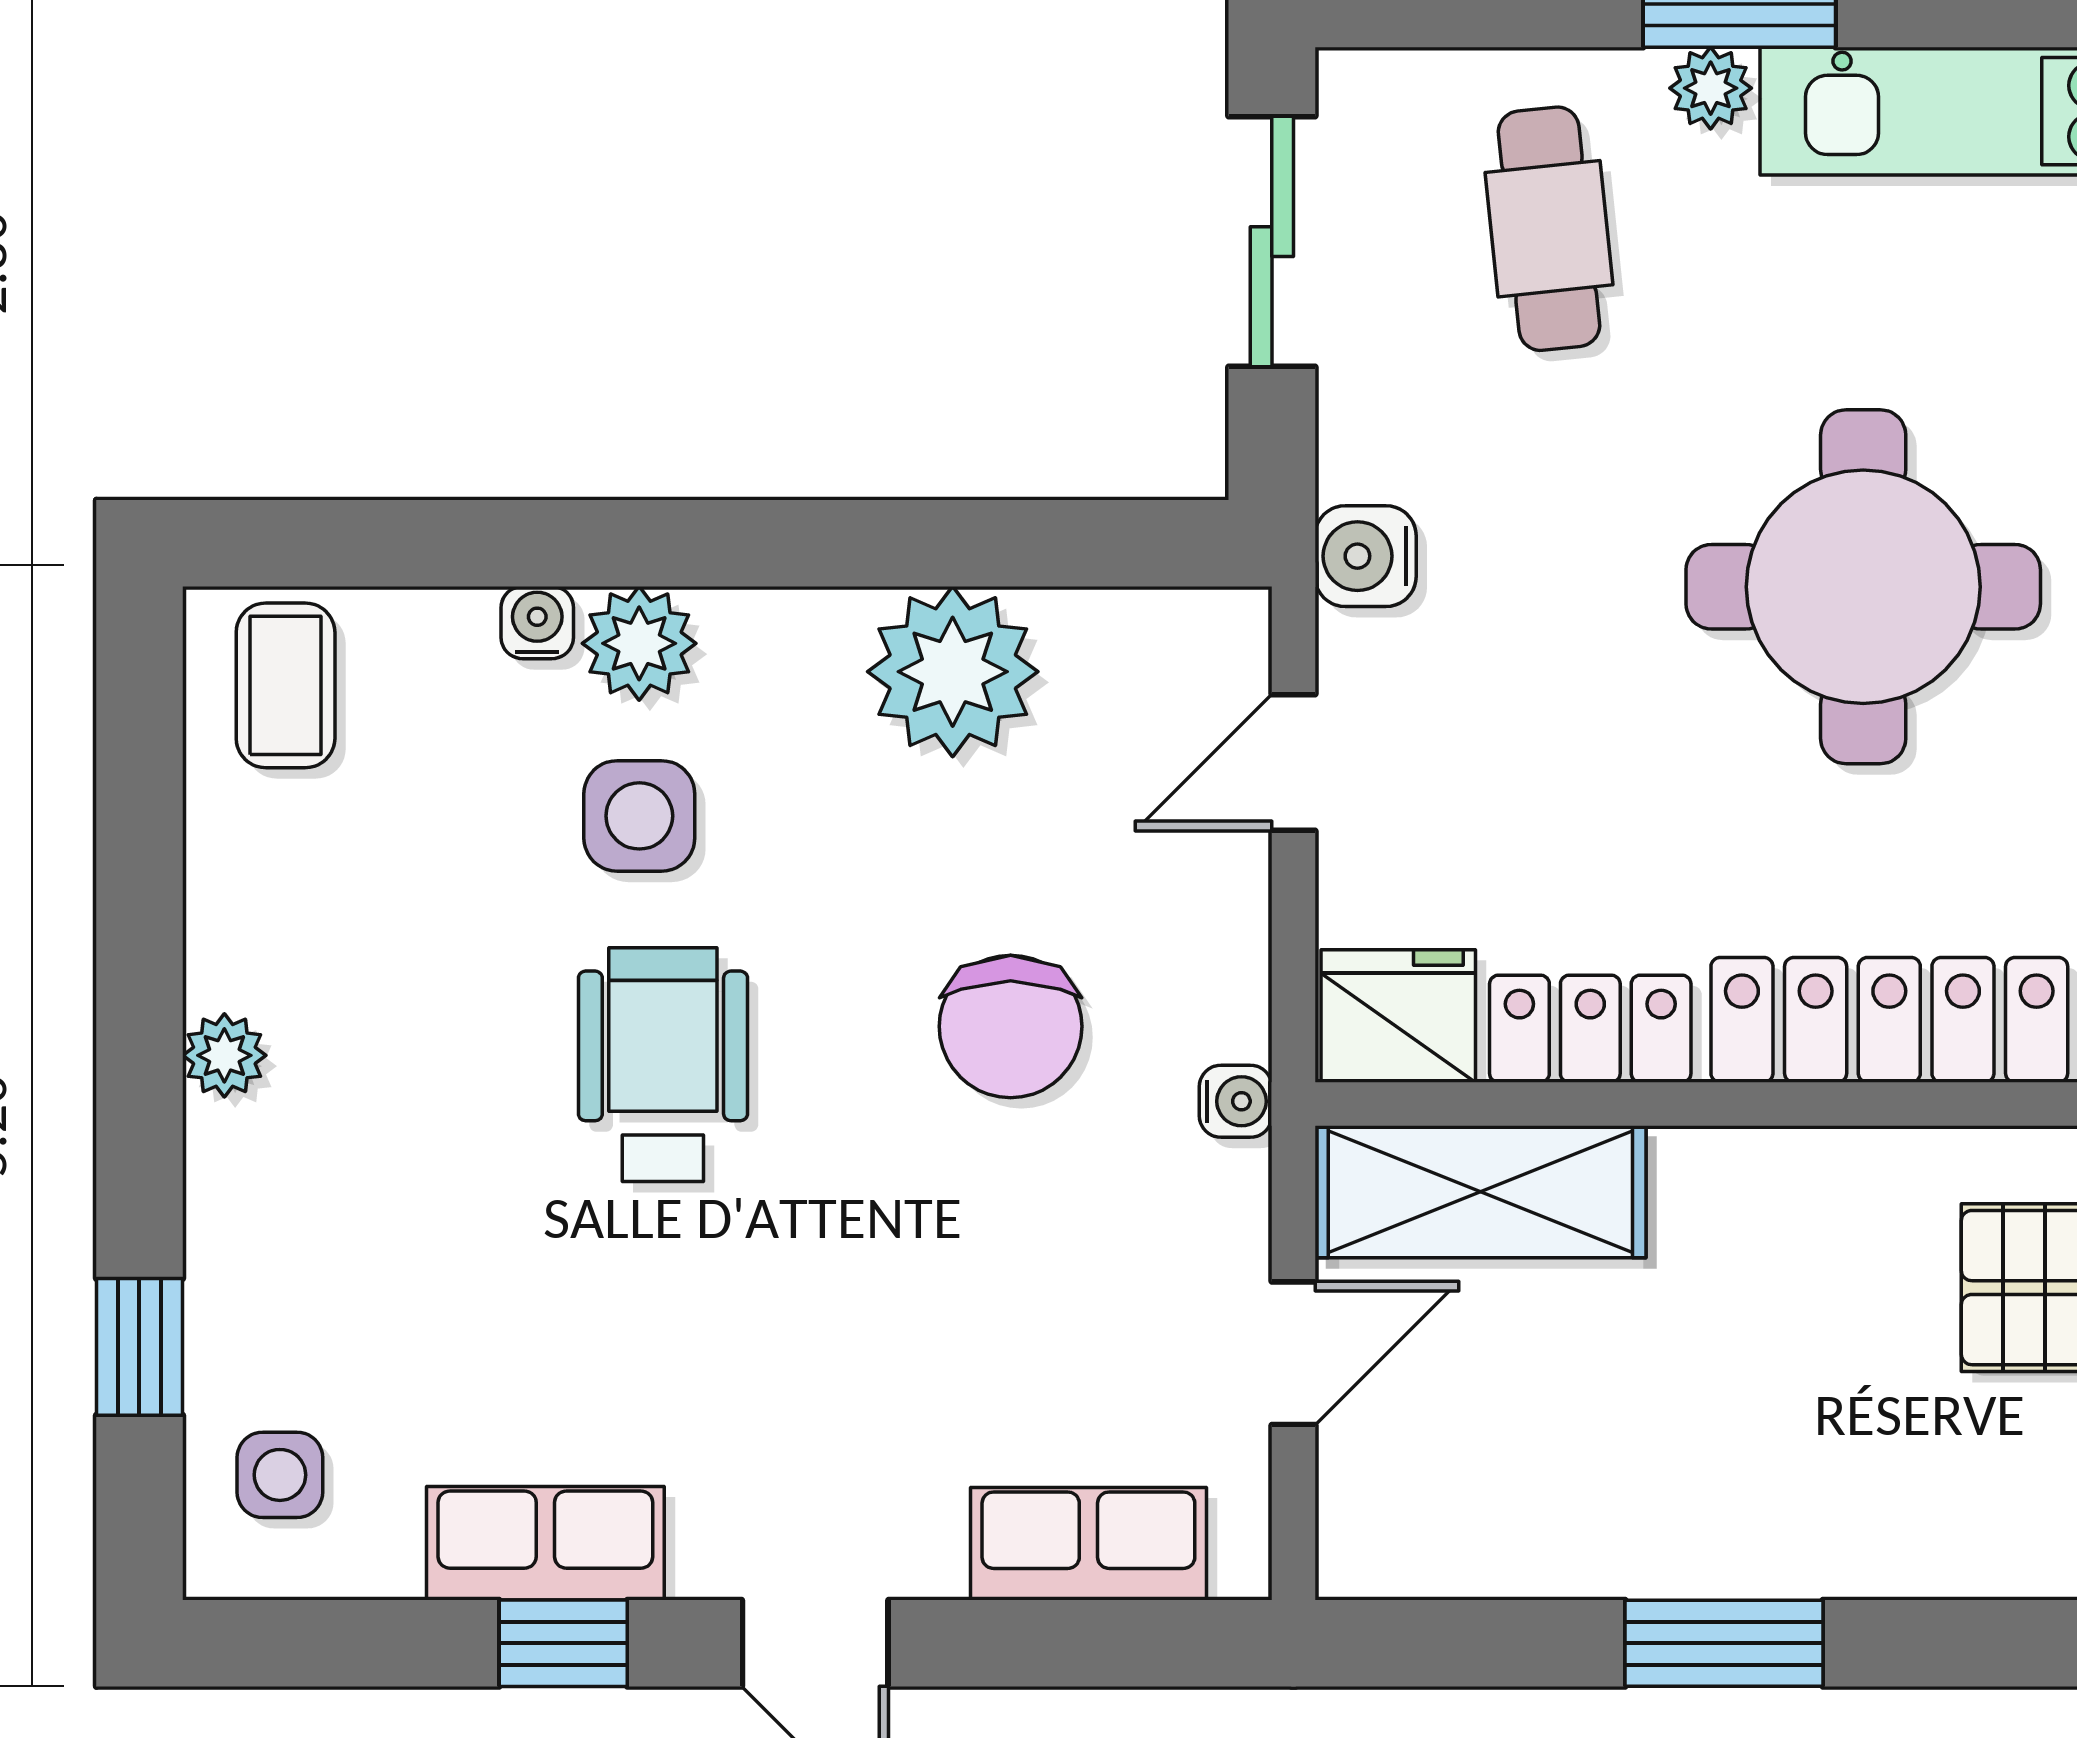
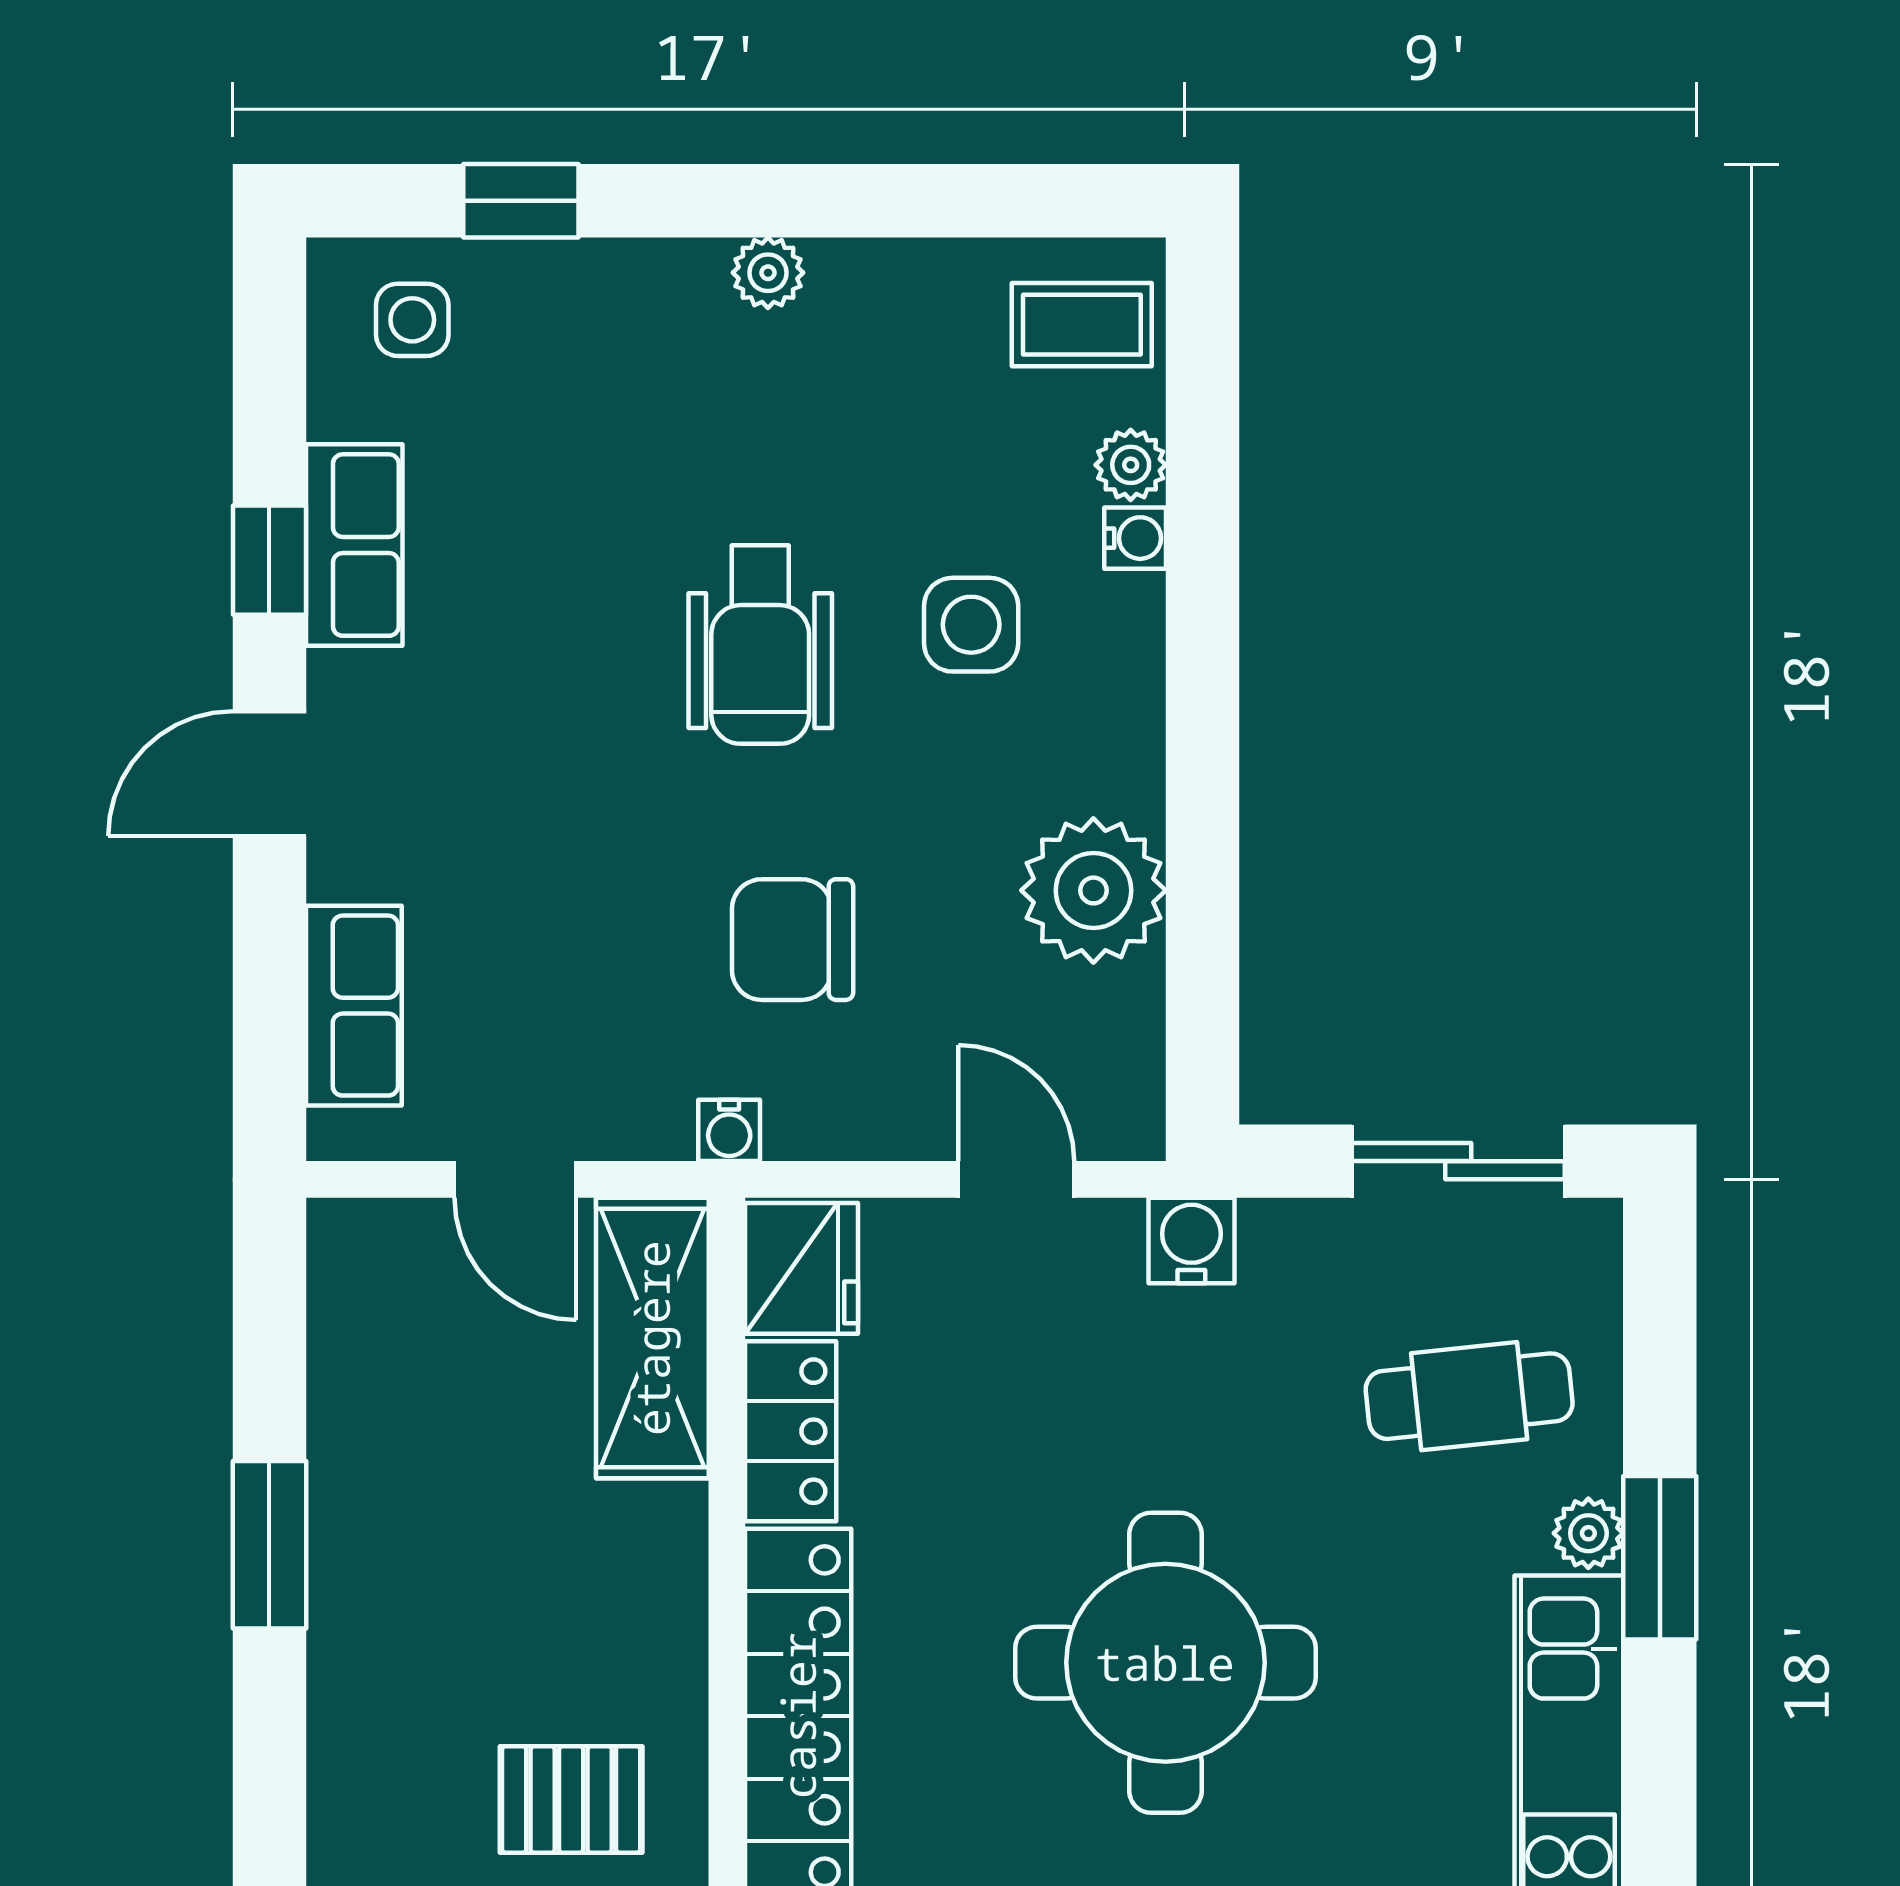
plant: (639, 643) -> (1131, 465), moved, width x0.73, depth x0.73
wheelchair: (663, 1065) -> (760, 645), turned 90

